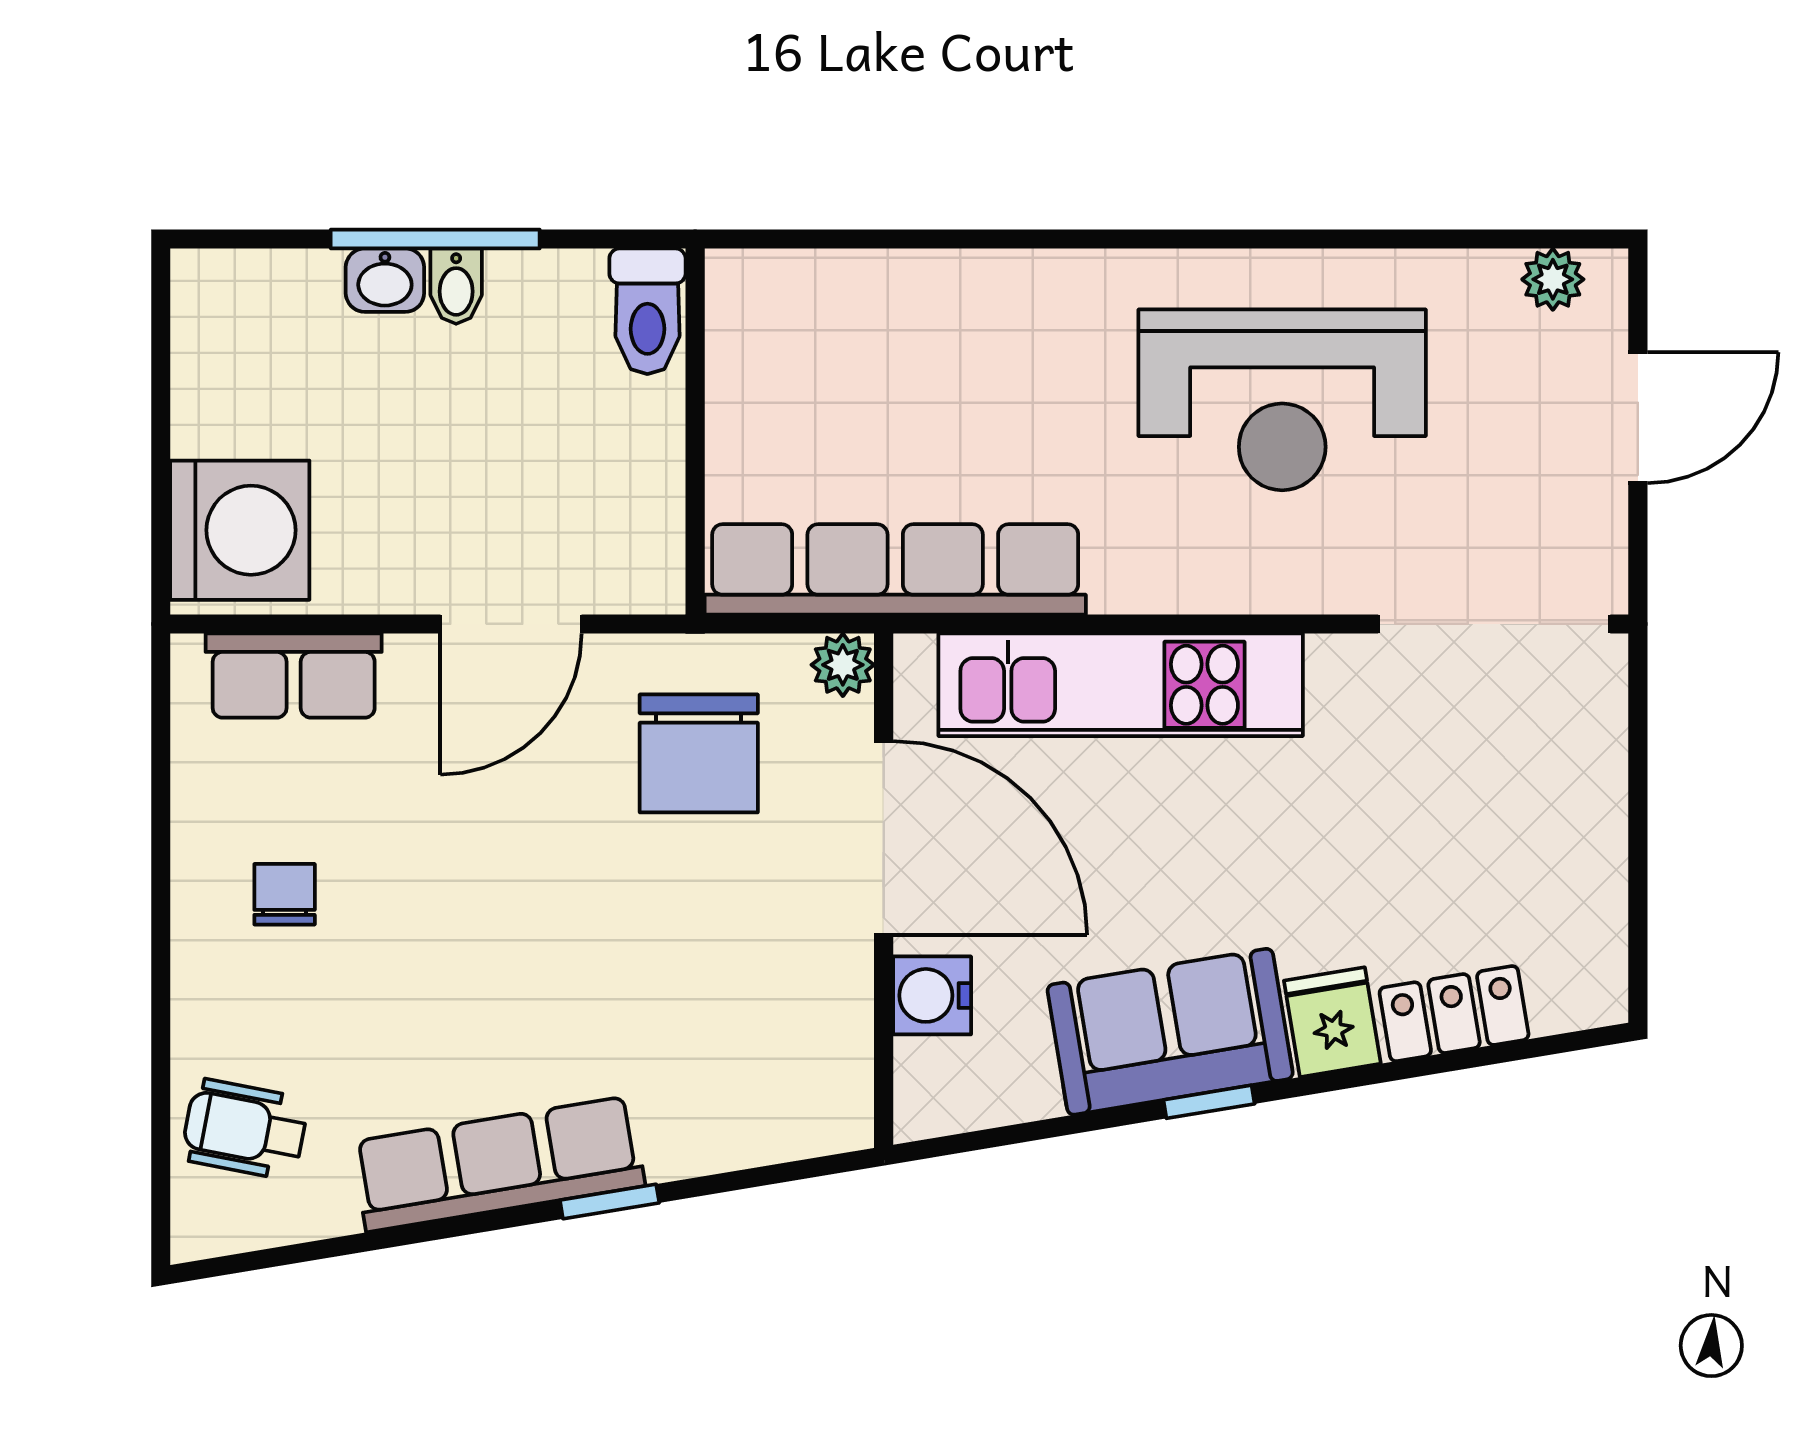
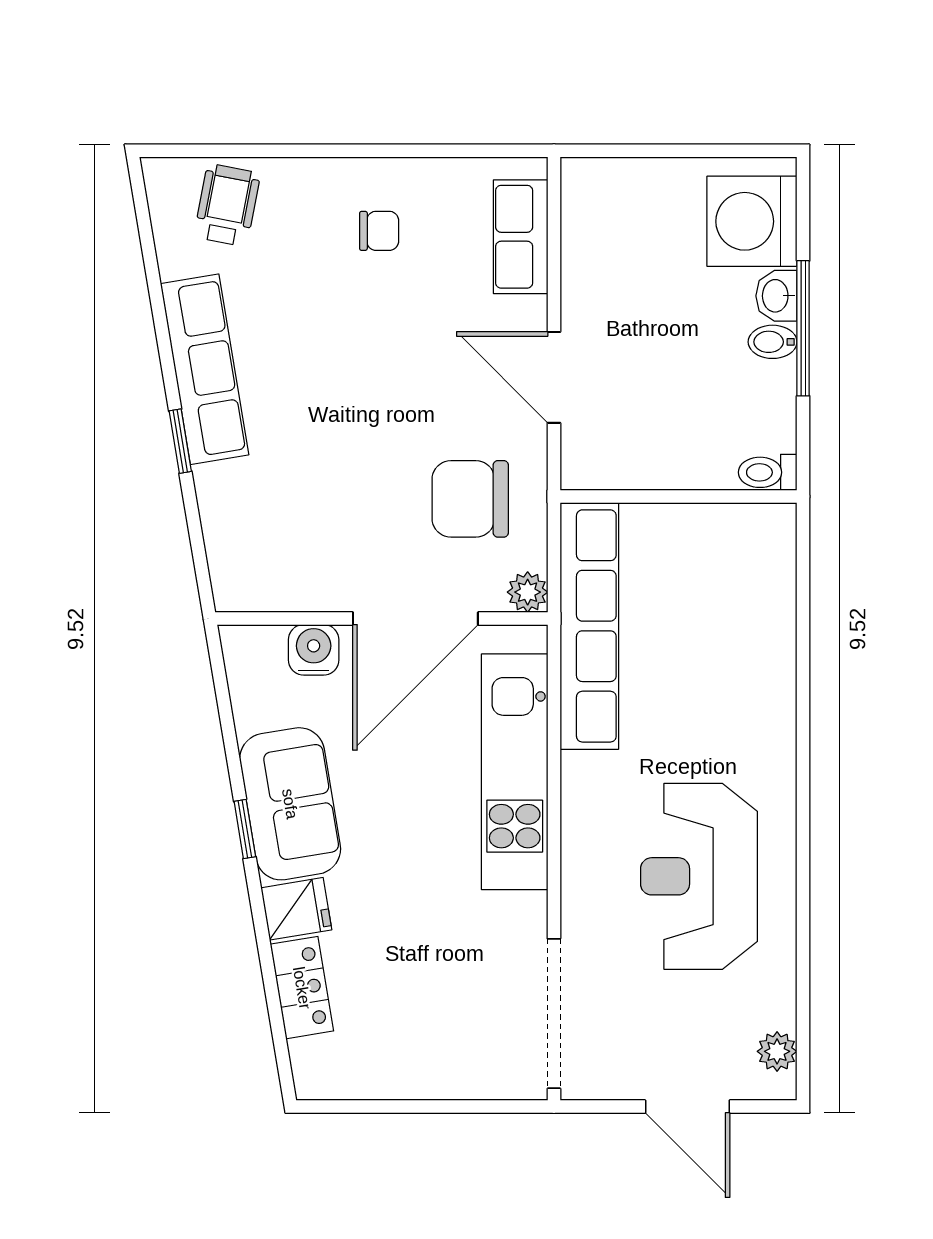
toilet: (647, 311) -> (768, 472), width x0.73, depth x0.72
washing machine: (240, 530) -> (752, 221), moved, turned 90

